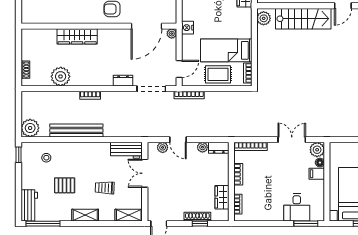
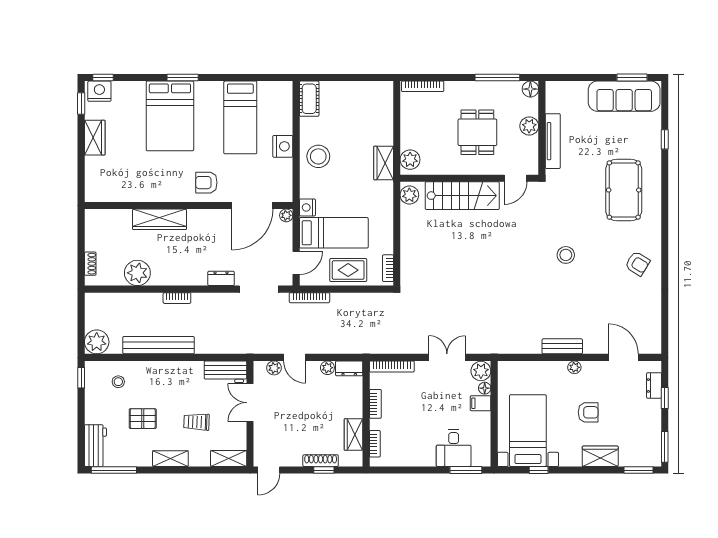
bed: (226, 50) -> (334, 233), moved, turned 180

